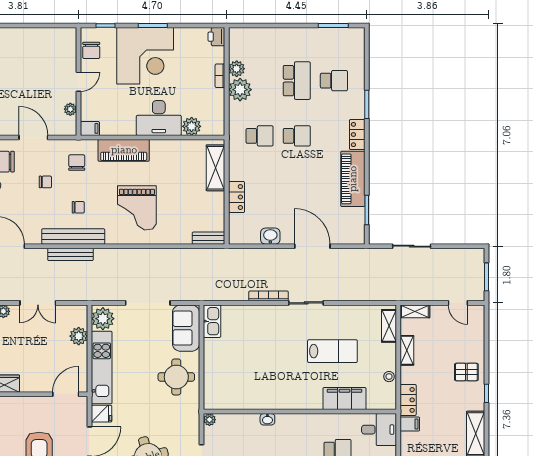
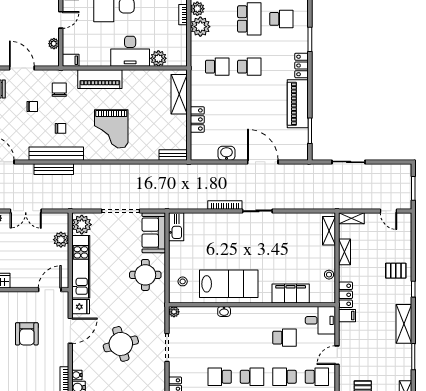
lab bench: (332, 351) -> (229, 284), moved, width x1.36, depth x1.39
stool: (220, 385) -> (183, 281), added

